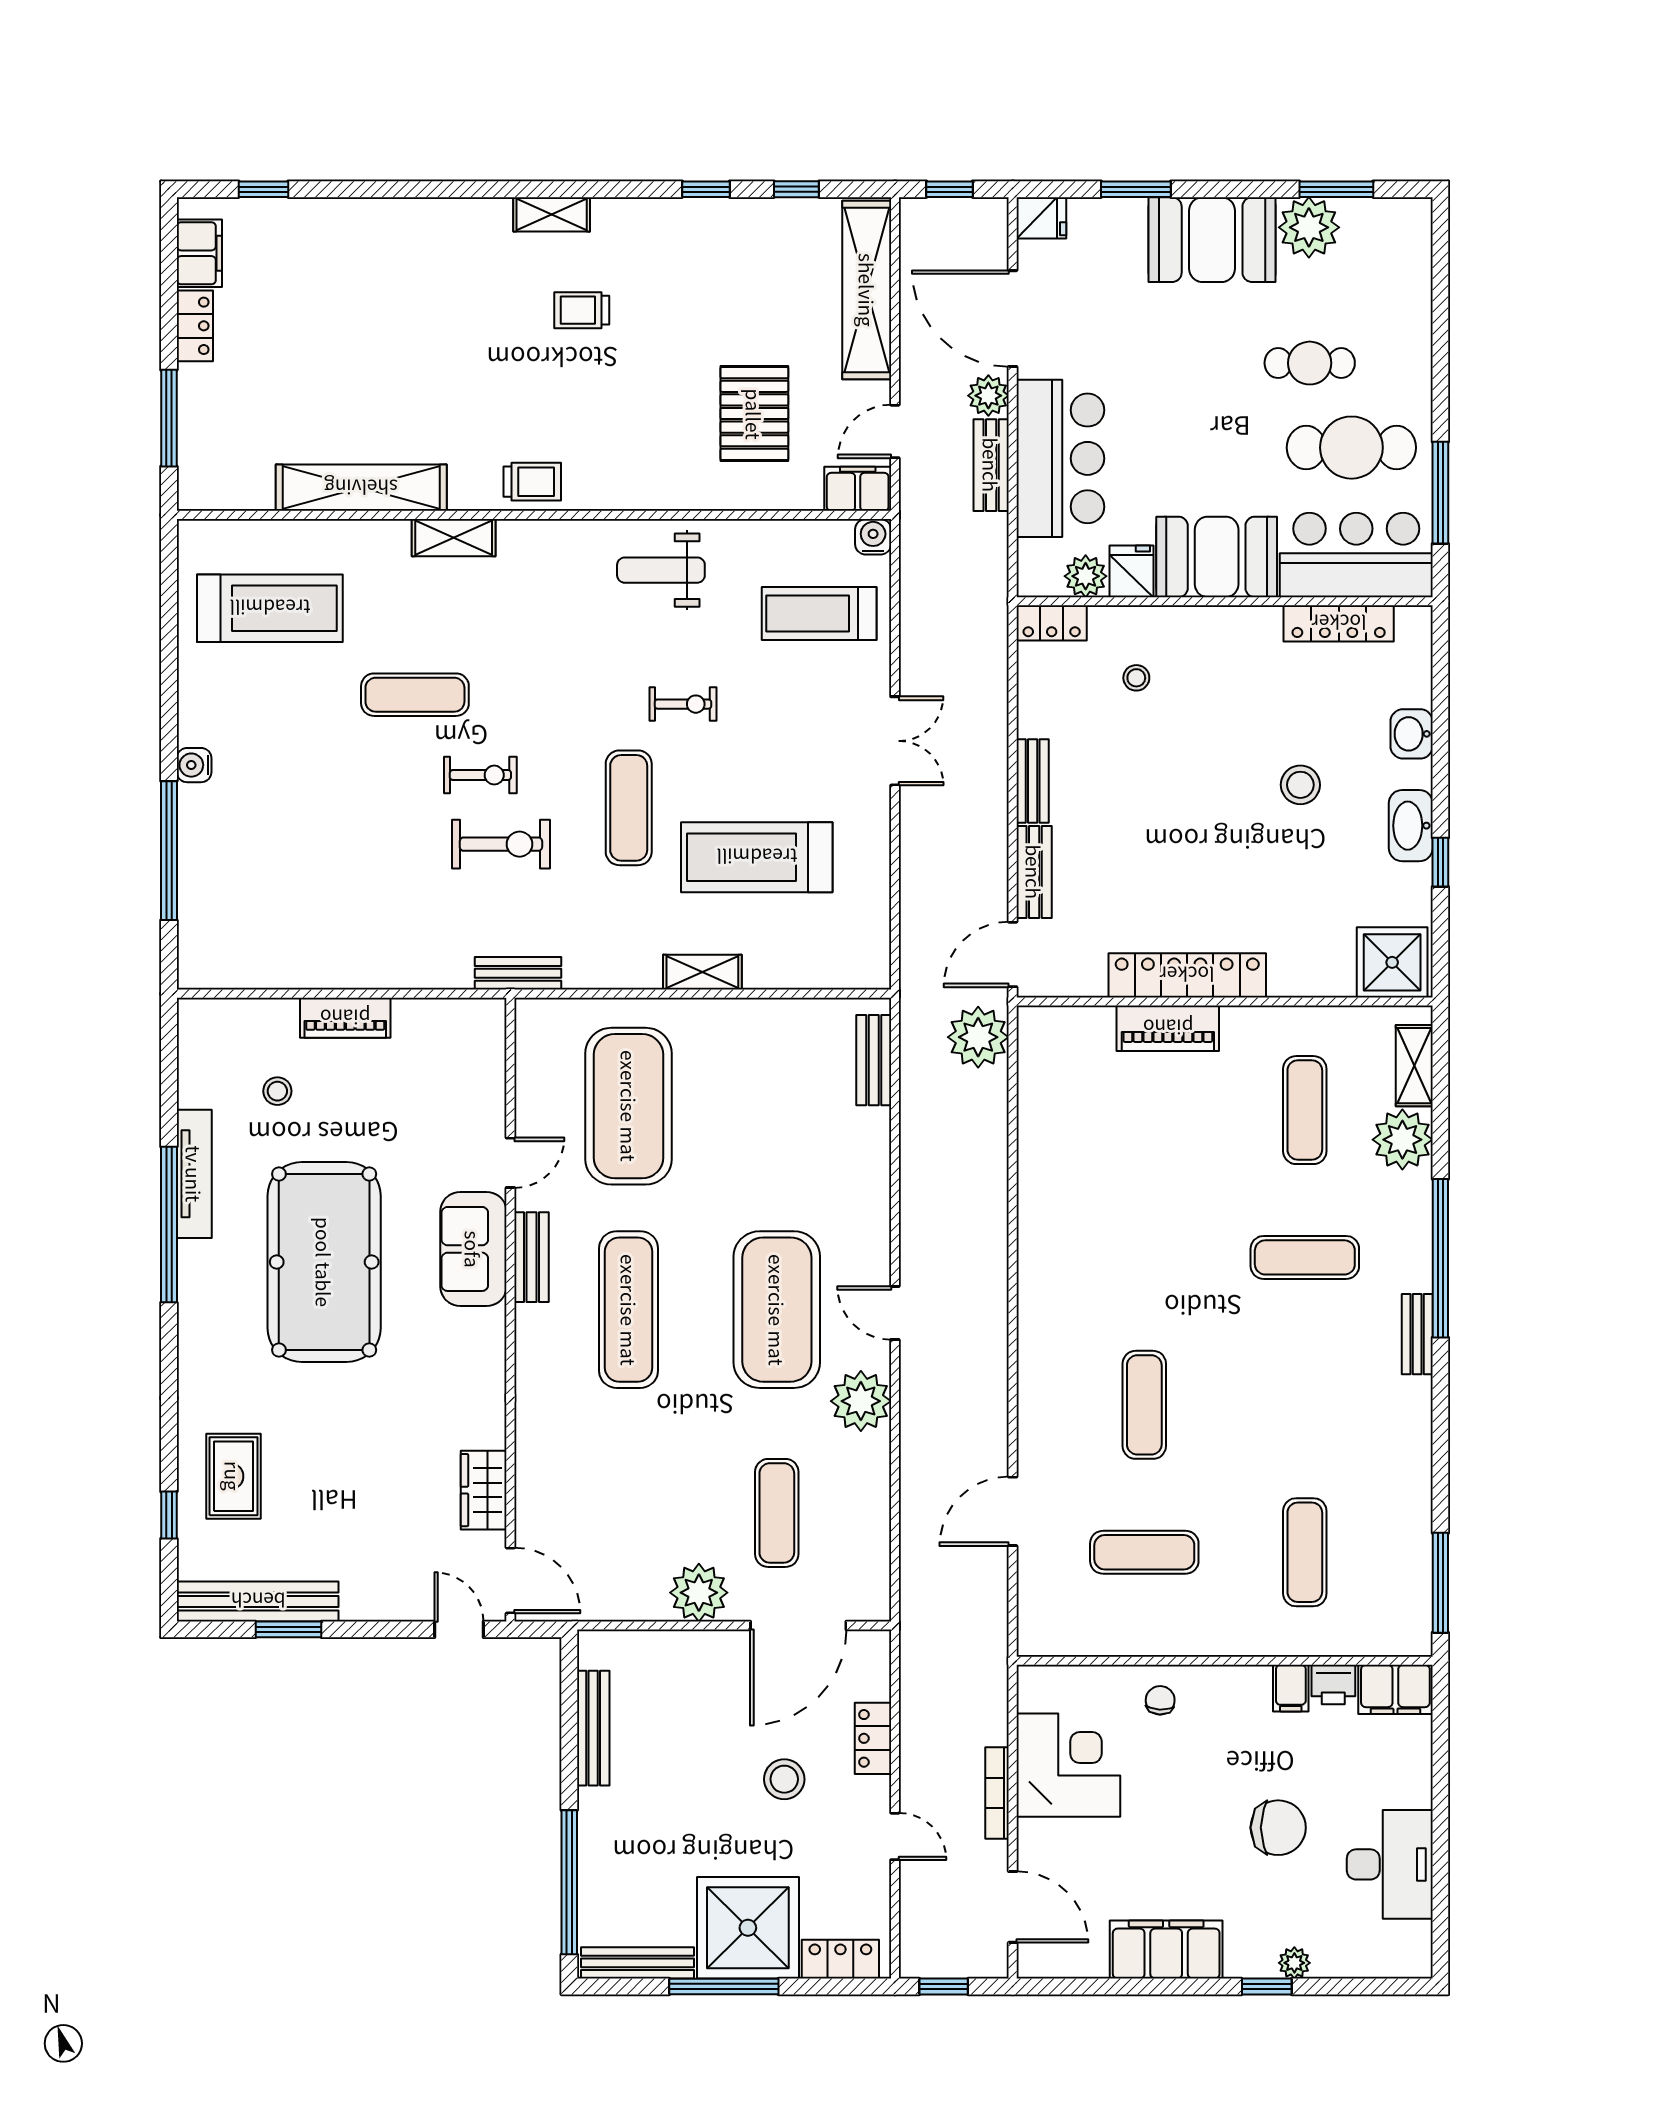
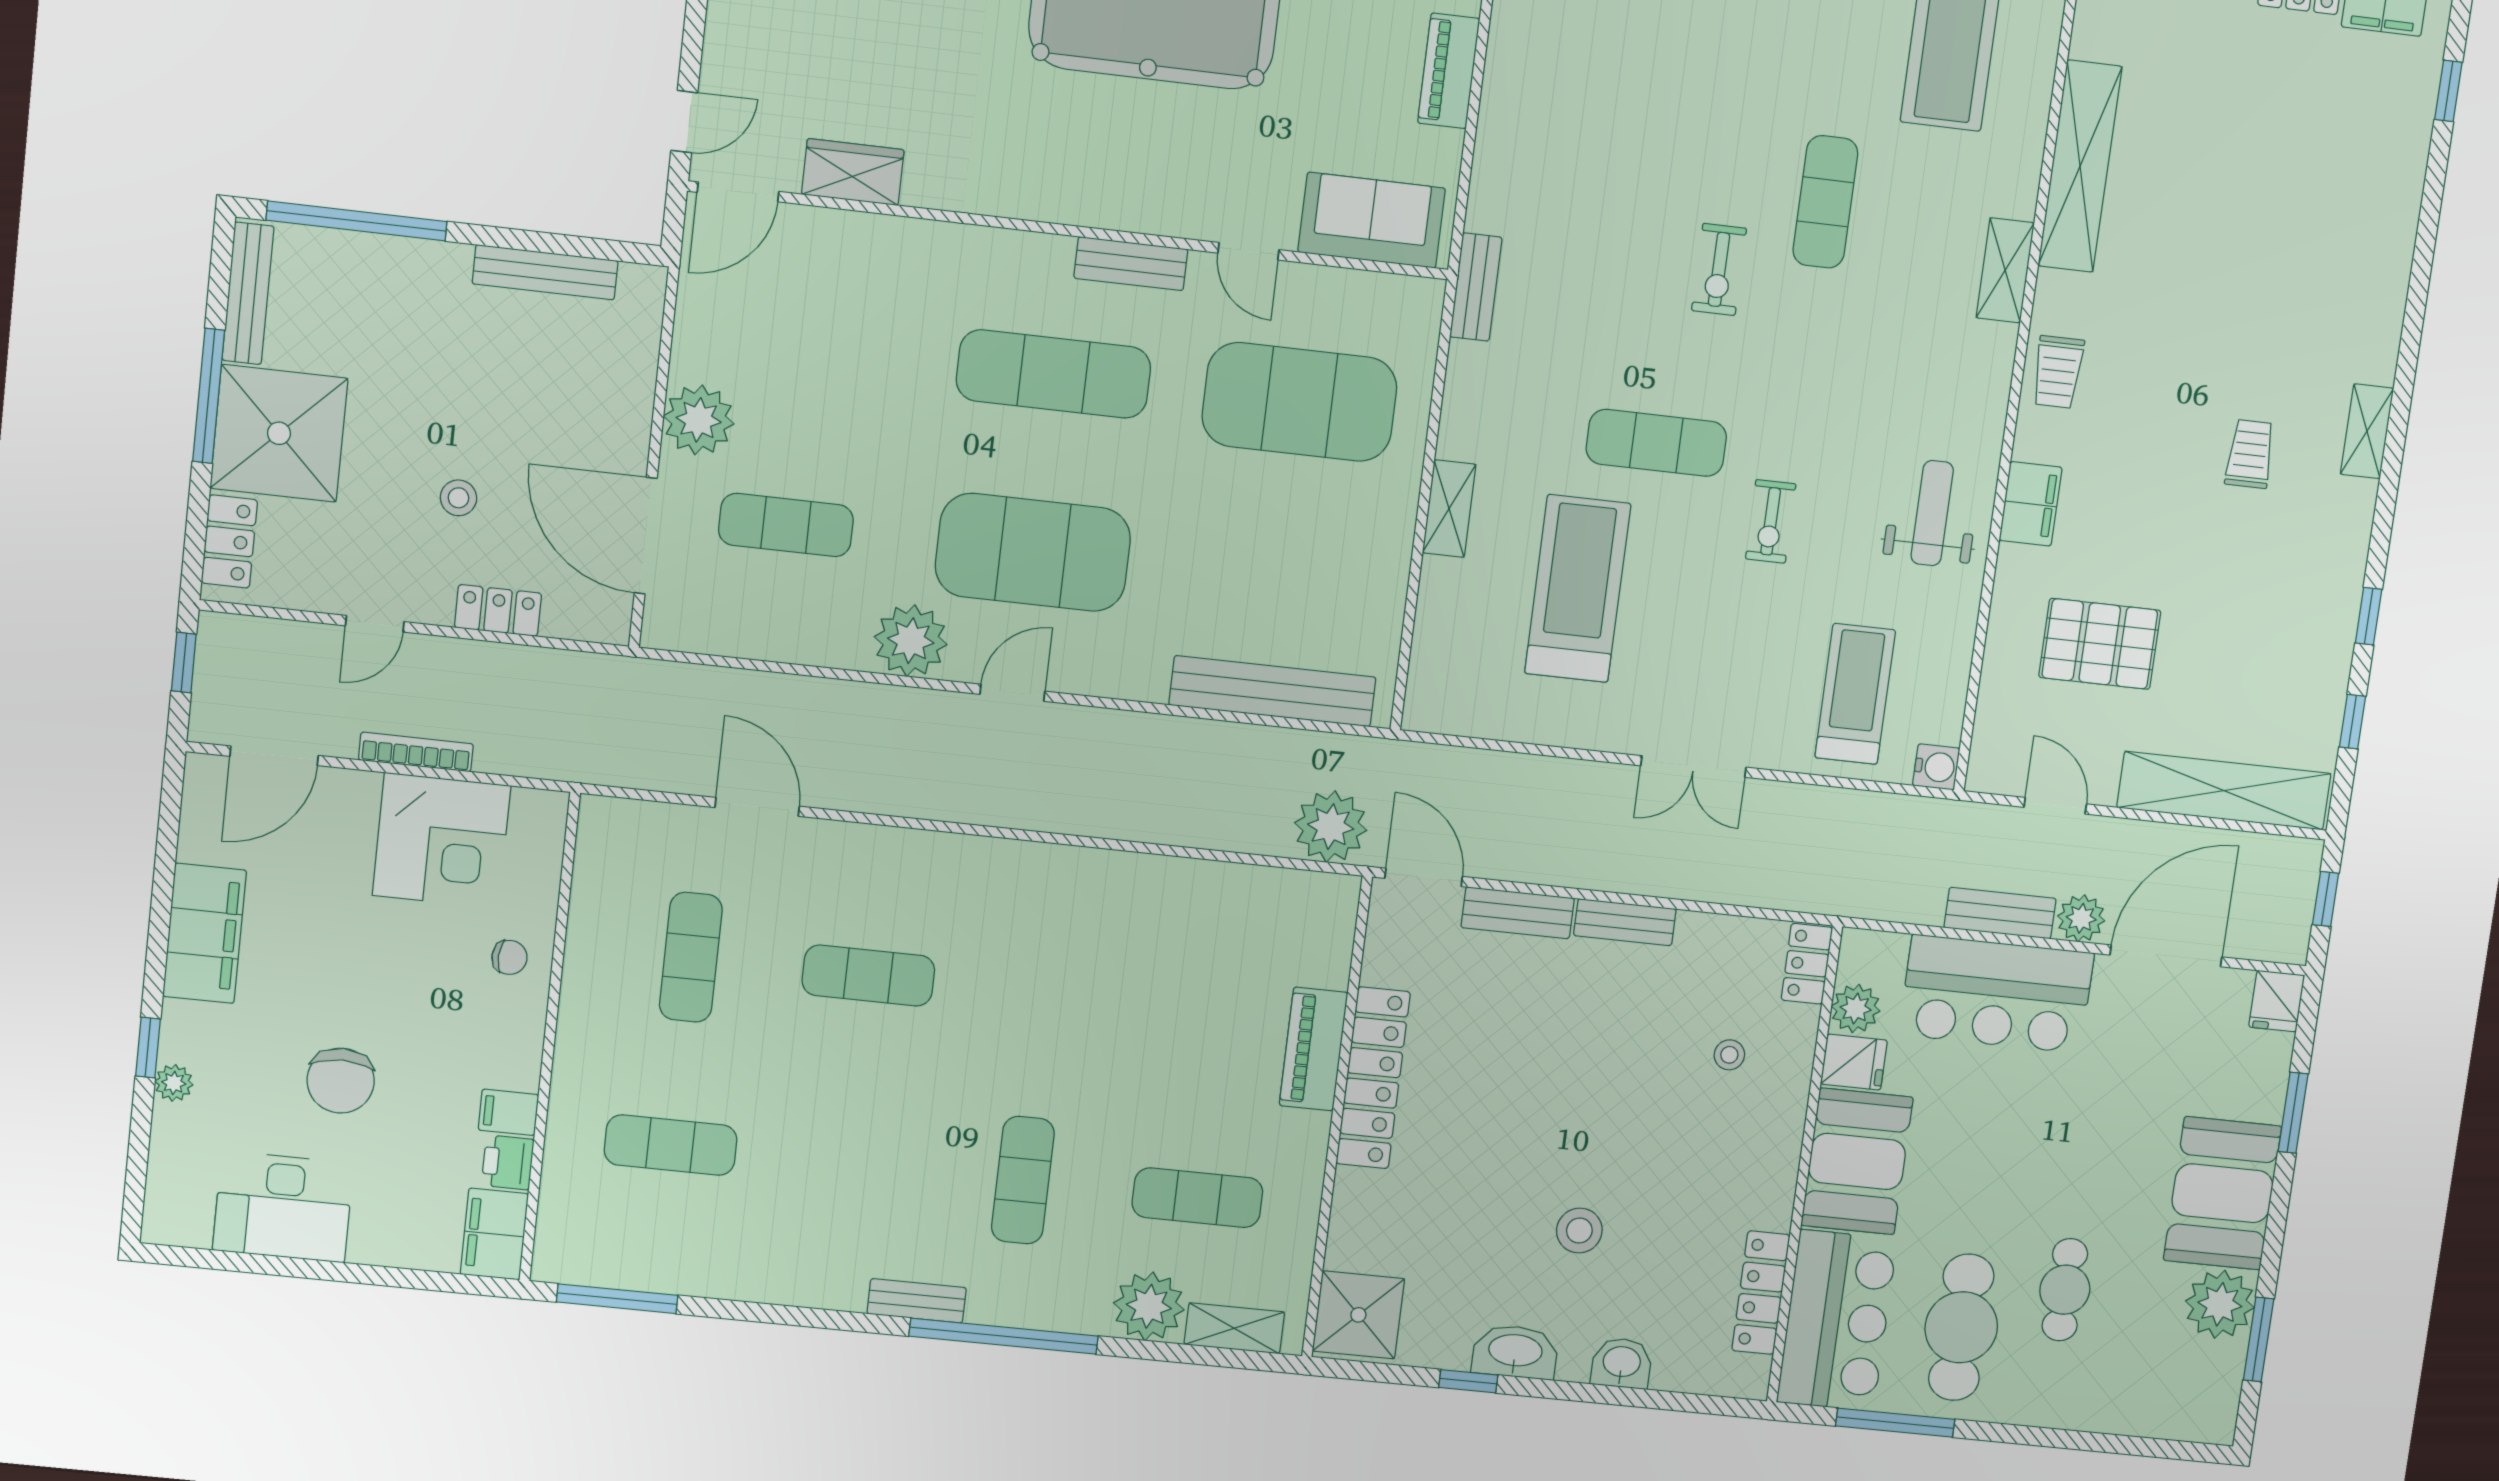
filing cabinet: (858, 489) -> (2031, 504), moved
exercise bike: (501, 844) -> (1633, 285), removed
bench: (874, 1060) -> (1272, 691), width x1.86, depth x1.21
sofa: (473, 1249) -> (1372, 220), moved
stool: (784, 1779) -> (458, 498), width x0.73, depth x0.73

